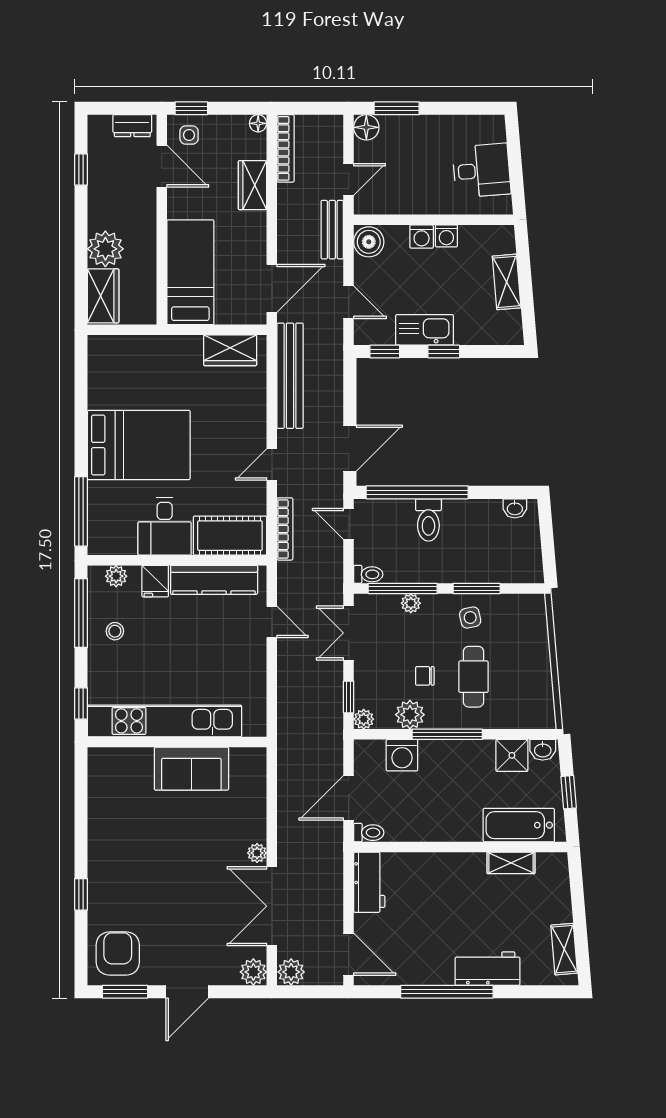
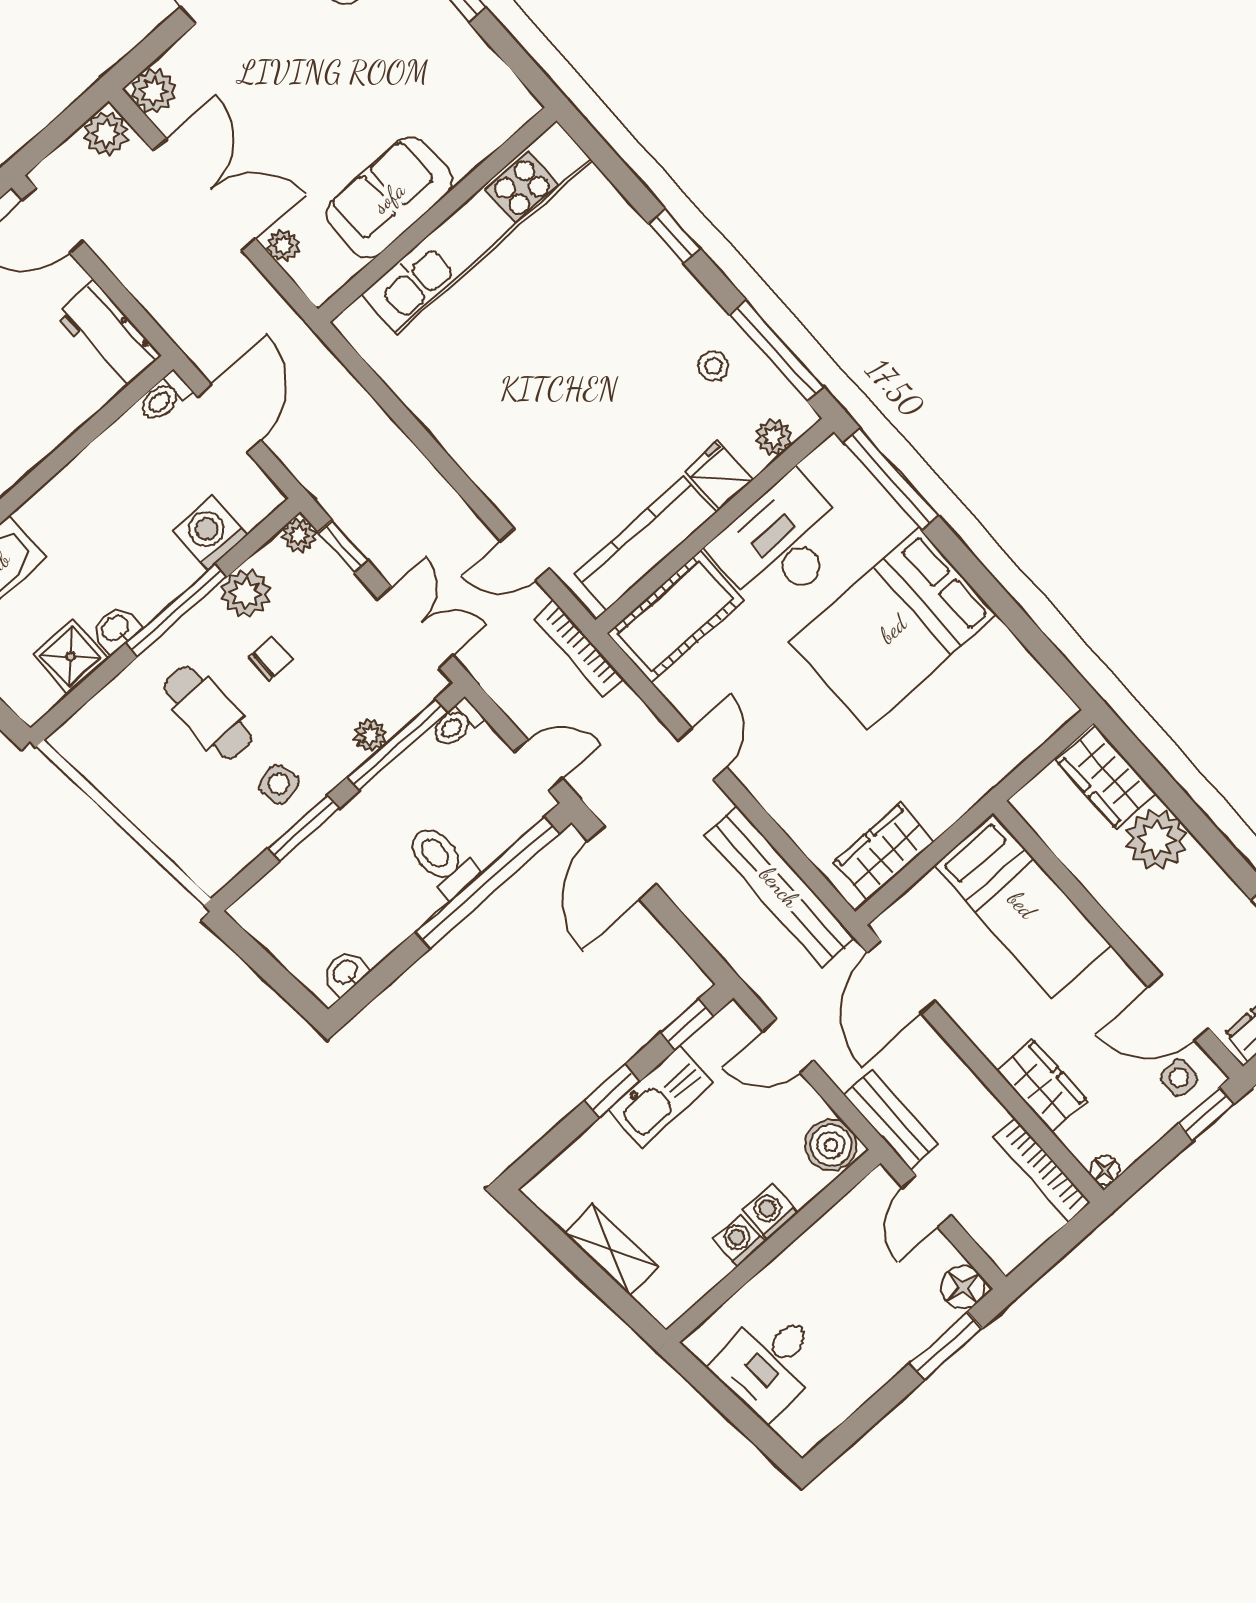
desk: (165, 526) -> (781, 544), width x1.37
bookcase: (285, 529) -> (579, 648), moved
kitchen unit: (164, 721) -> (477, 227), moved
wall: (177, 742) -> (437, 215), moved
washbasin: (543, 750) -> (116, 629), moved
sofa: (191, 769) -> (389, 197), moved

